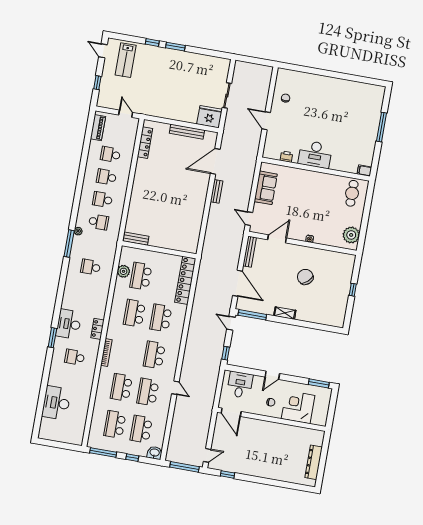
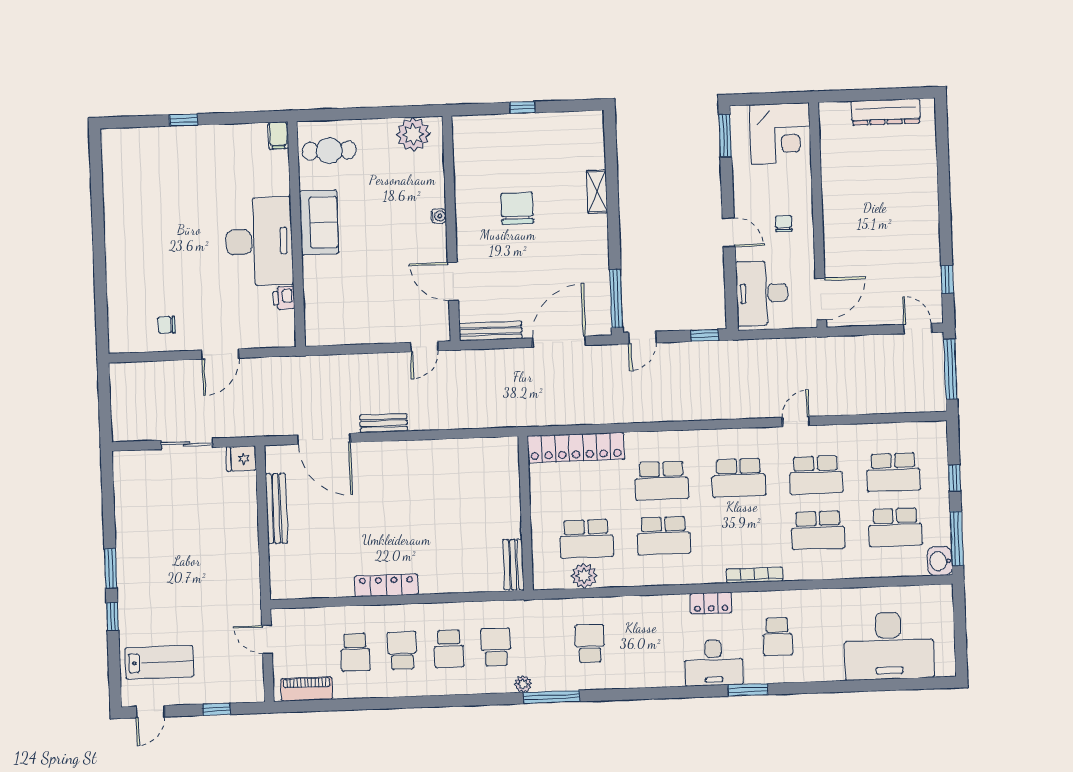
door: (126, 114) -> (267, 639), hinge flipped
fridge: (209, 117) -> (241, 459), width x0.53, depth x0.75
window: (381, 127) -> (184, 120), width x0.46
locker: (145, 143) -> (386, 585), moved
desk: (315, 154) -> (259, 242), width x1.36, depth x1.30
school desk: (106, 177) -> (402, 650), turned 180
sofa: (266, 188) -> (319, 222), moved, turned 90
school desk: (91, 267) -> (590, 644), turned 180
chair: (305, 277) -> (517, 208), turned 131
shelving: (285, 313) -> (597, 192), moved
desk: (240, 385) -> (762, 293), width x1.37
desk: (56, 403) -> (889, 646), width x1.36, depth x1.30
corner desk: (298, 407) -> (780, 133), moved, turned -90
washbasin: (155, 453) -> (940, 561), moved

